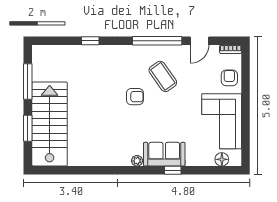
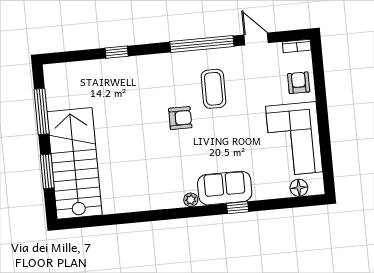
door: (200, 41) -> (256, 39), swing flipped
coffee table: (163, 76) -> (214, 89), turned 35

